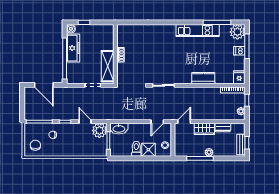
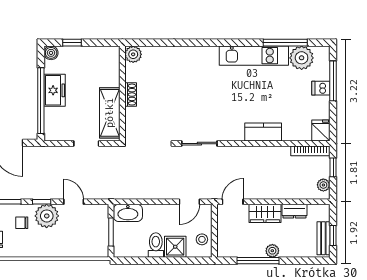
plant: (122, 30) -> (133, 54), added
plant: (237, 32) -> (302, 58), moved
freezer: (73, 48) -> (55, 90), width x0.71
plant: (99, 131) -> (47, 216), moved

